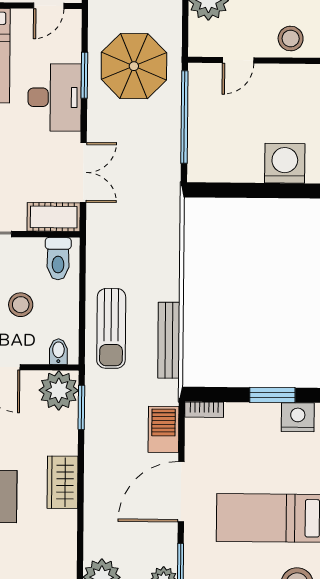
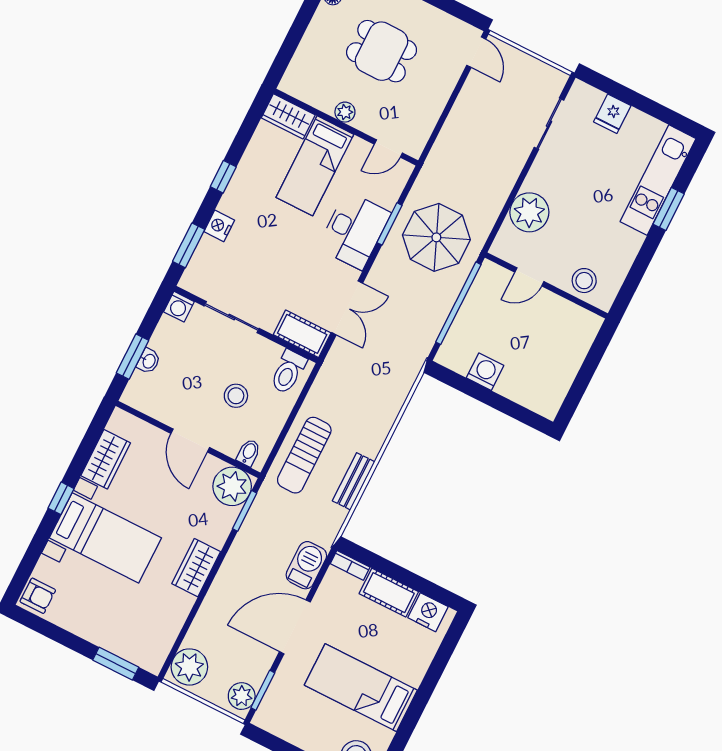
washing machine: (285, 163) -> (485, 372), moved, width x0.73, depth x0.73
bench: (169, 340) -> (354, 481), width x0.73
window: (272, 395) -> (416, 582), removed
cot: (252, 417) -> (389, 593), added

